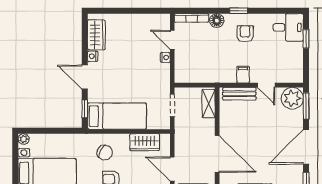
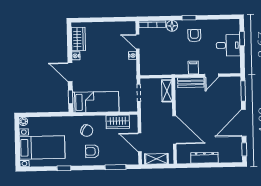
desk: (288, 27) -> (228, 45), moved
door: (266, 85) -> (212, 75), hinge flipped
plant: (292, 98) -> (232, 85), removed

